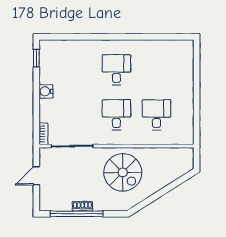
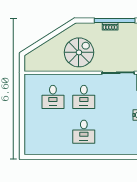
spiral stairs: (123, 172) -> (79, 52), turned 90

